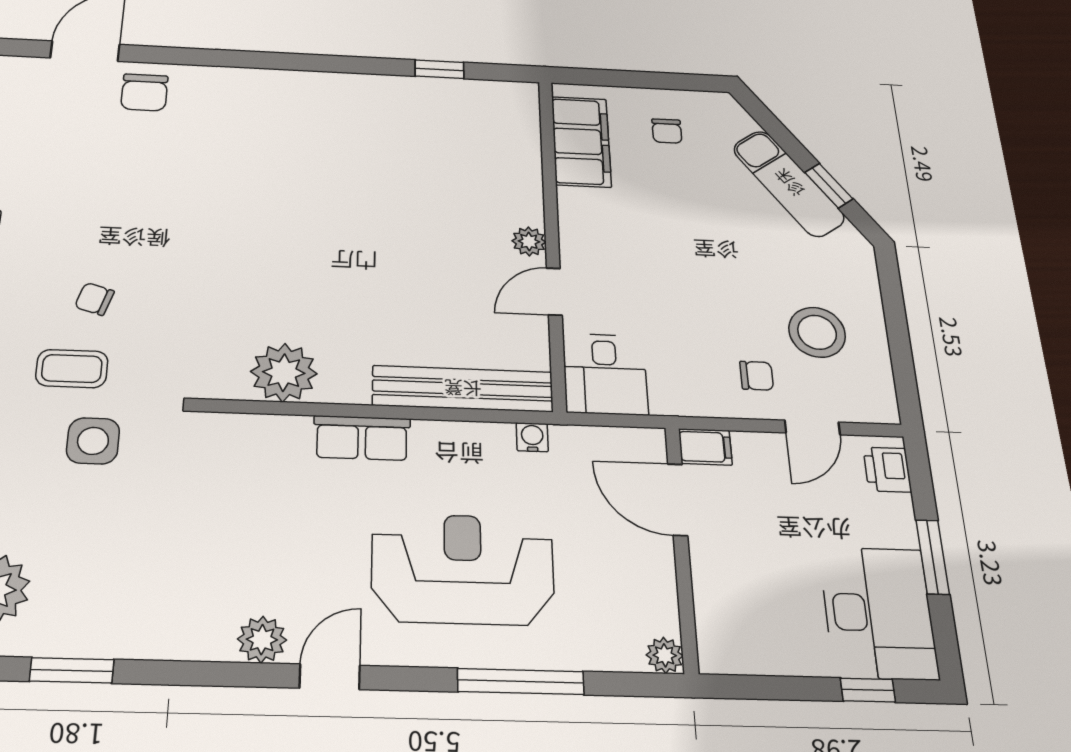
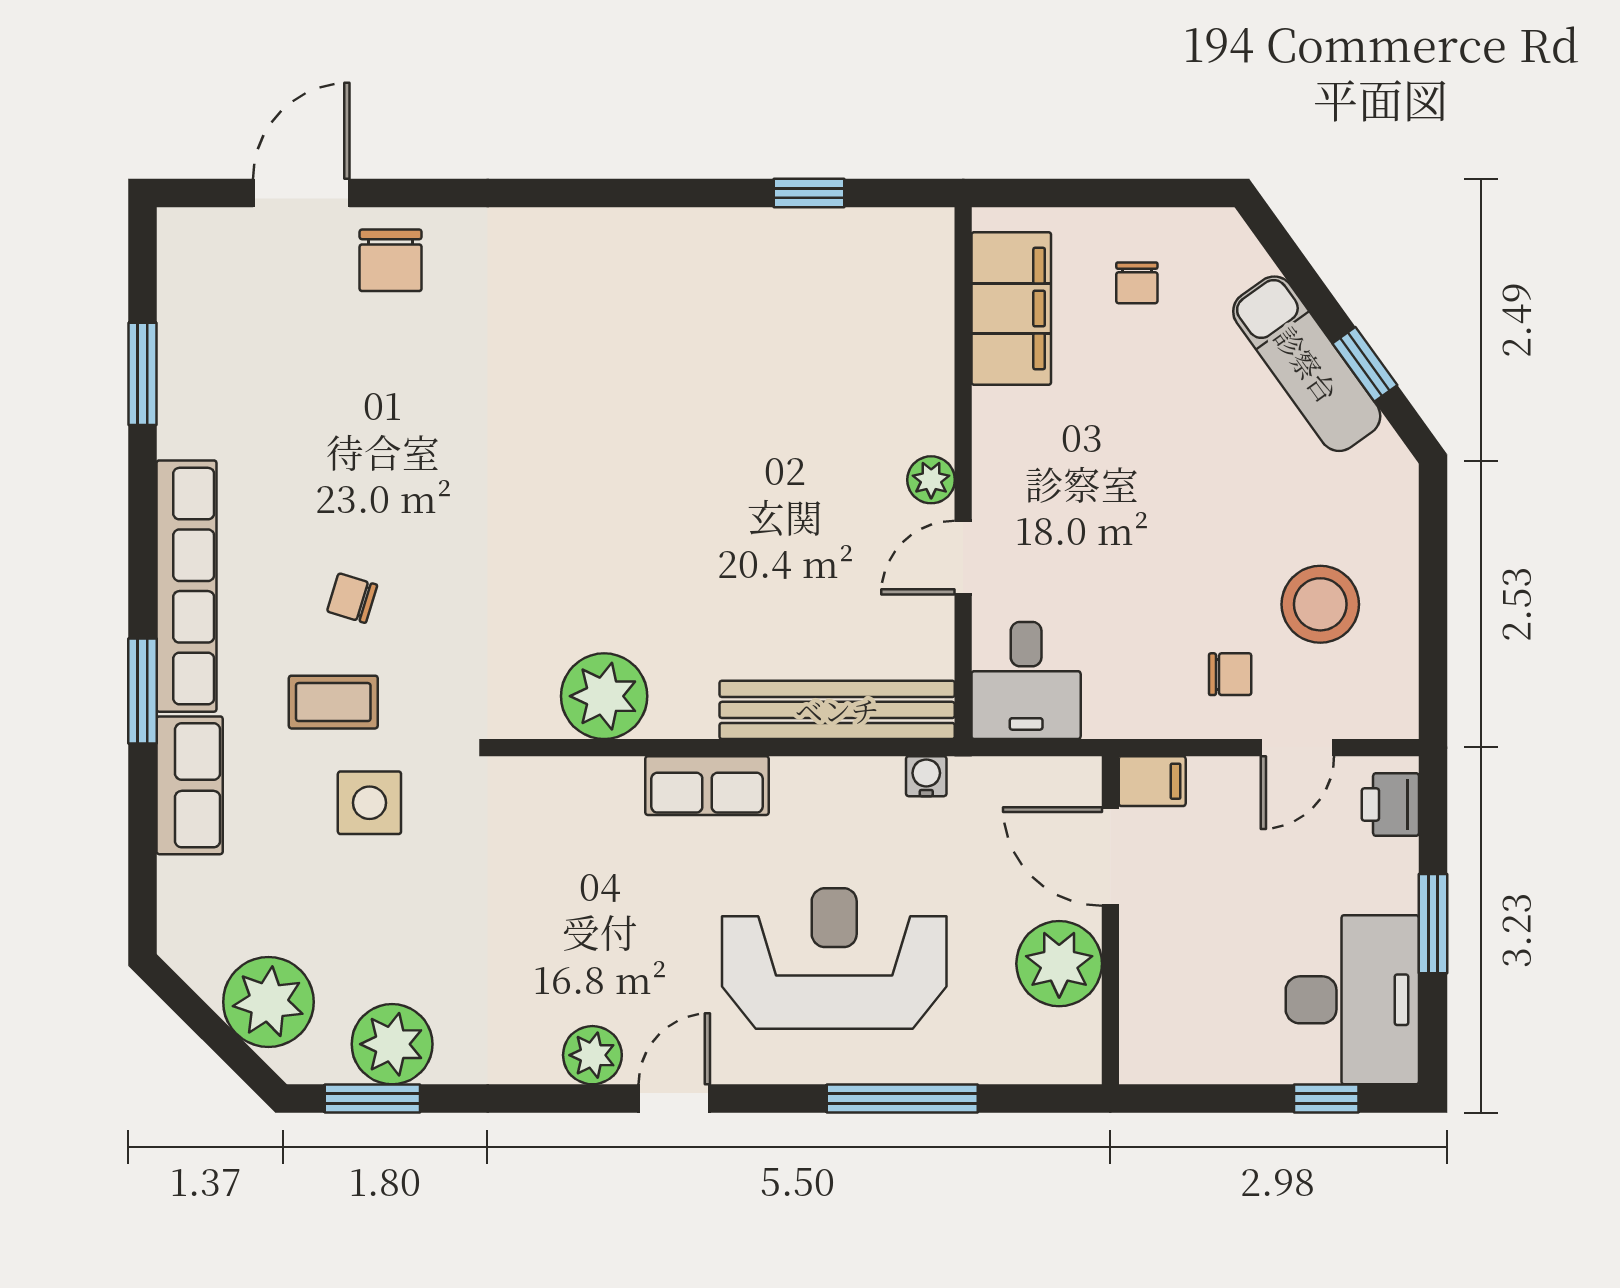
plant: (93, 626) -> (392, 1044), added
plant: (665, 655) -> (1059, 964), moved, width x1.87, depth x1.87

